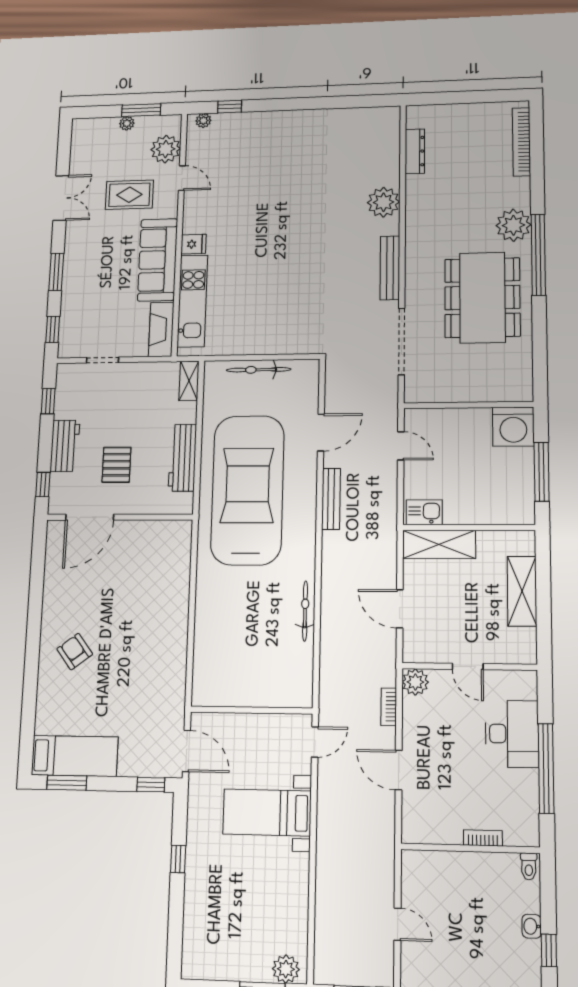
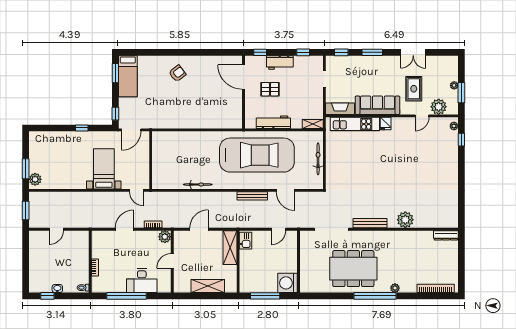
dresser: (415, 151) -> (446, 235), moved
plant: (513, 225) -> (395, 288), width x0.53, depth x0.53

